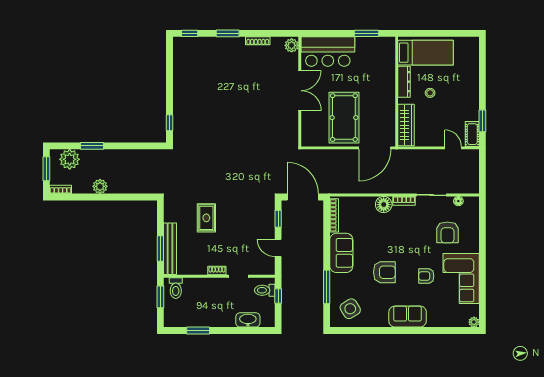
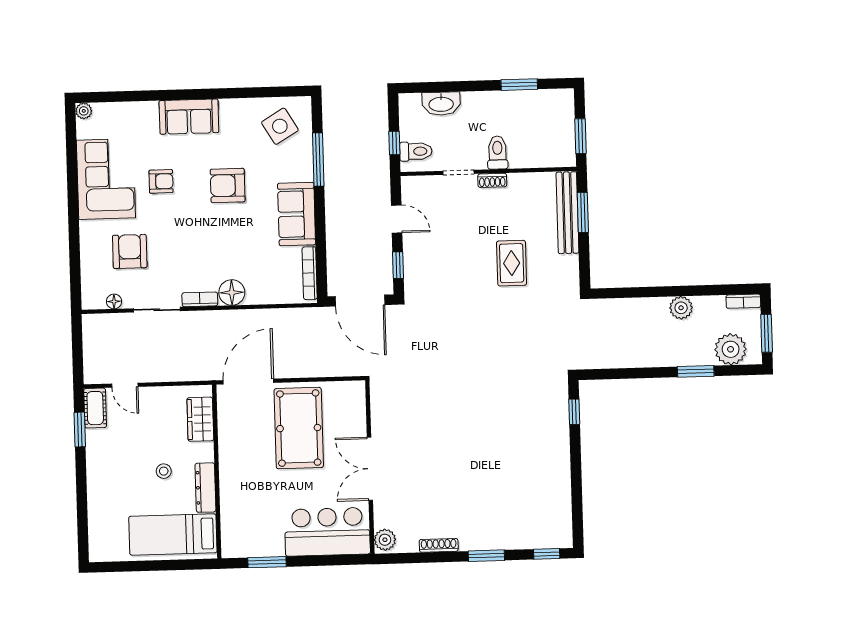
wardrobe: (406, 125) -> (200, 419), width x0.67
toilet: (176, 288) -> (497, 152), moved

